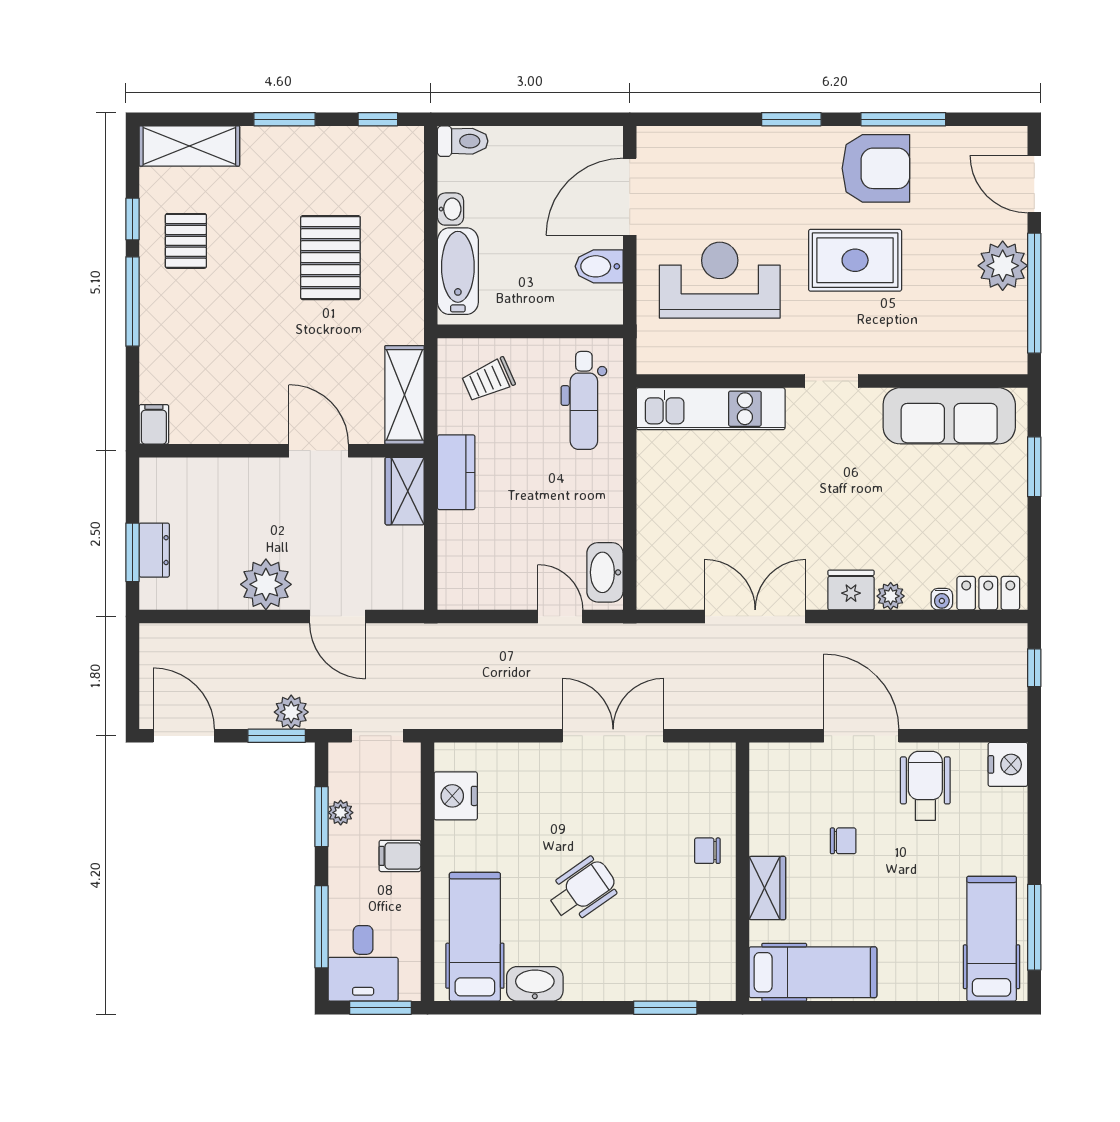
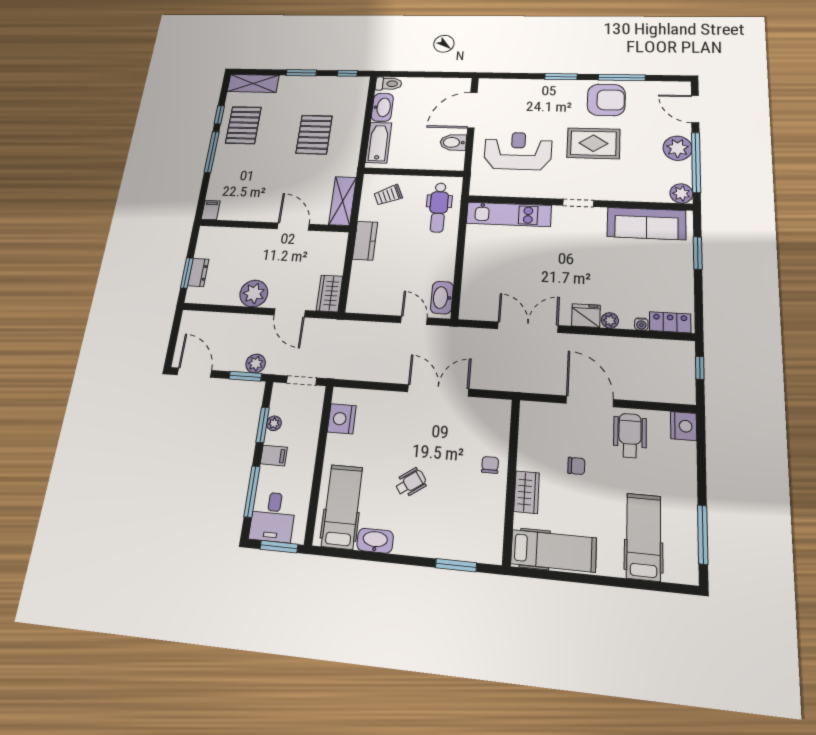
washbasin: (450, 209) -> (382, 107), width x1.91, depth x1.45
pallet: (186, 241) -> (243, 125), width x1.50, depth x1.42
plant: (1009, 355) -> (681, 193), added
wardrobe: (405, 491) -> (330, 293), moved
chair: (707, 851) -> (490, 465), turned 90
filing cabinet: (400, 856) -> (274, 455), moved, turned 180
wheelchair: (582, 890) -> (411, 483), width x0.73, depth x0.73
hospital bed: (992, 939) -> (644, 537), moved

